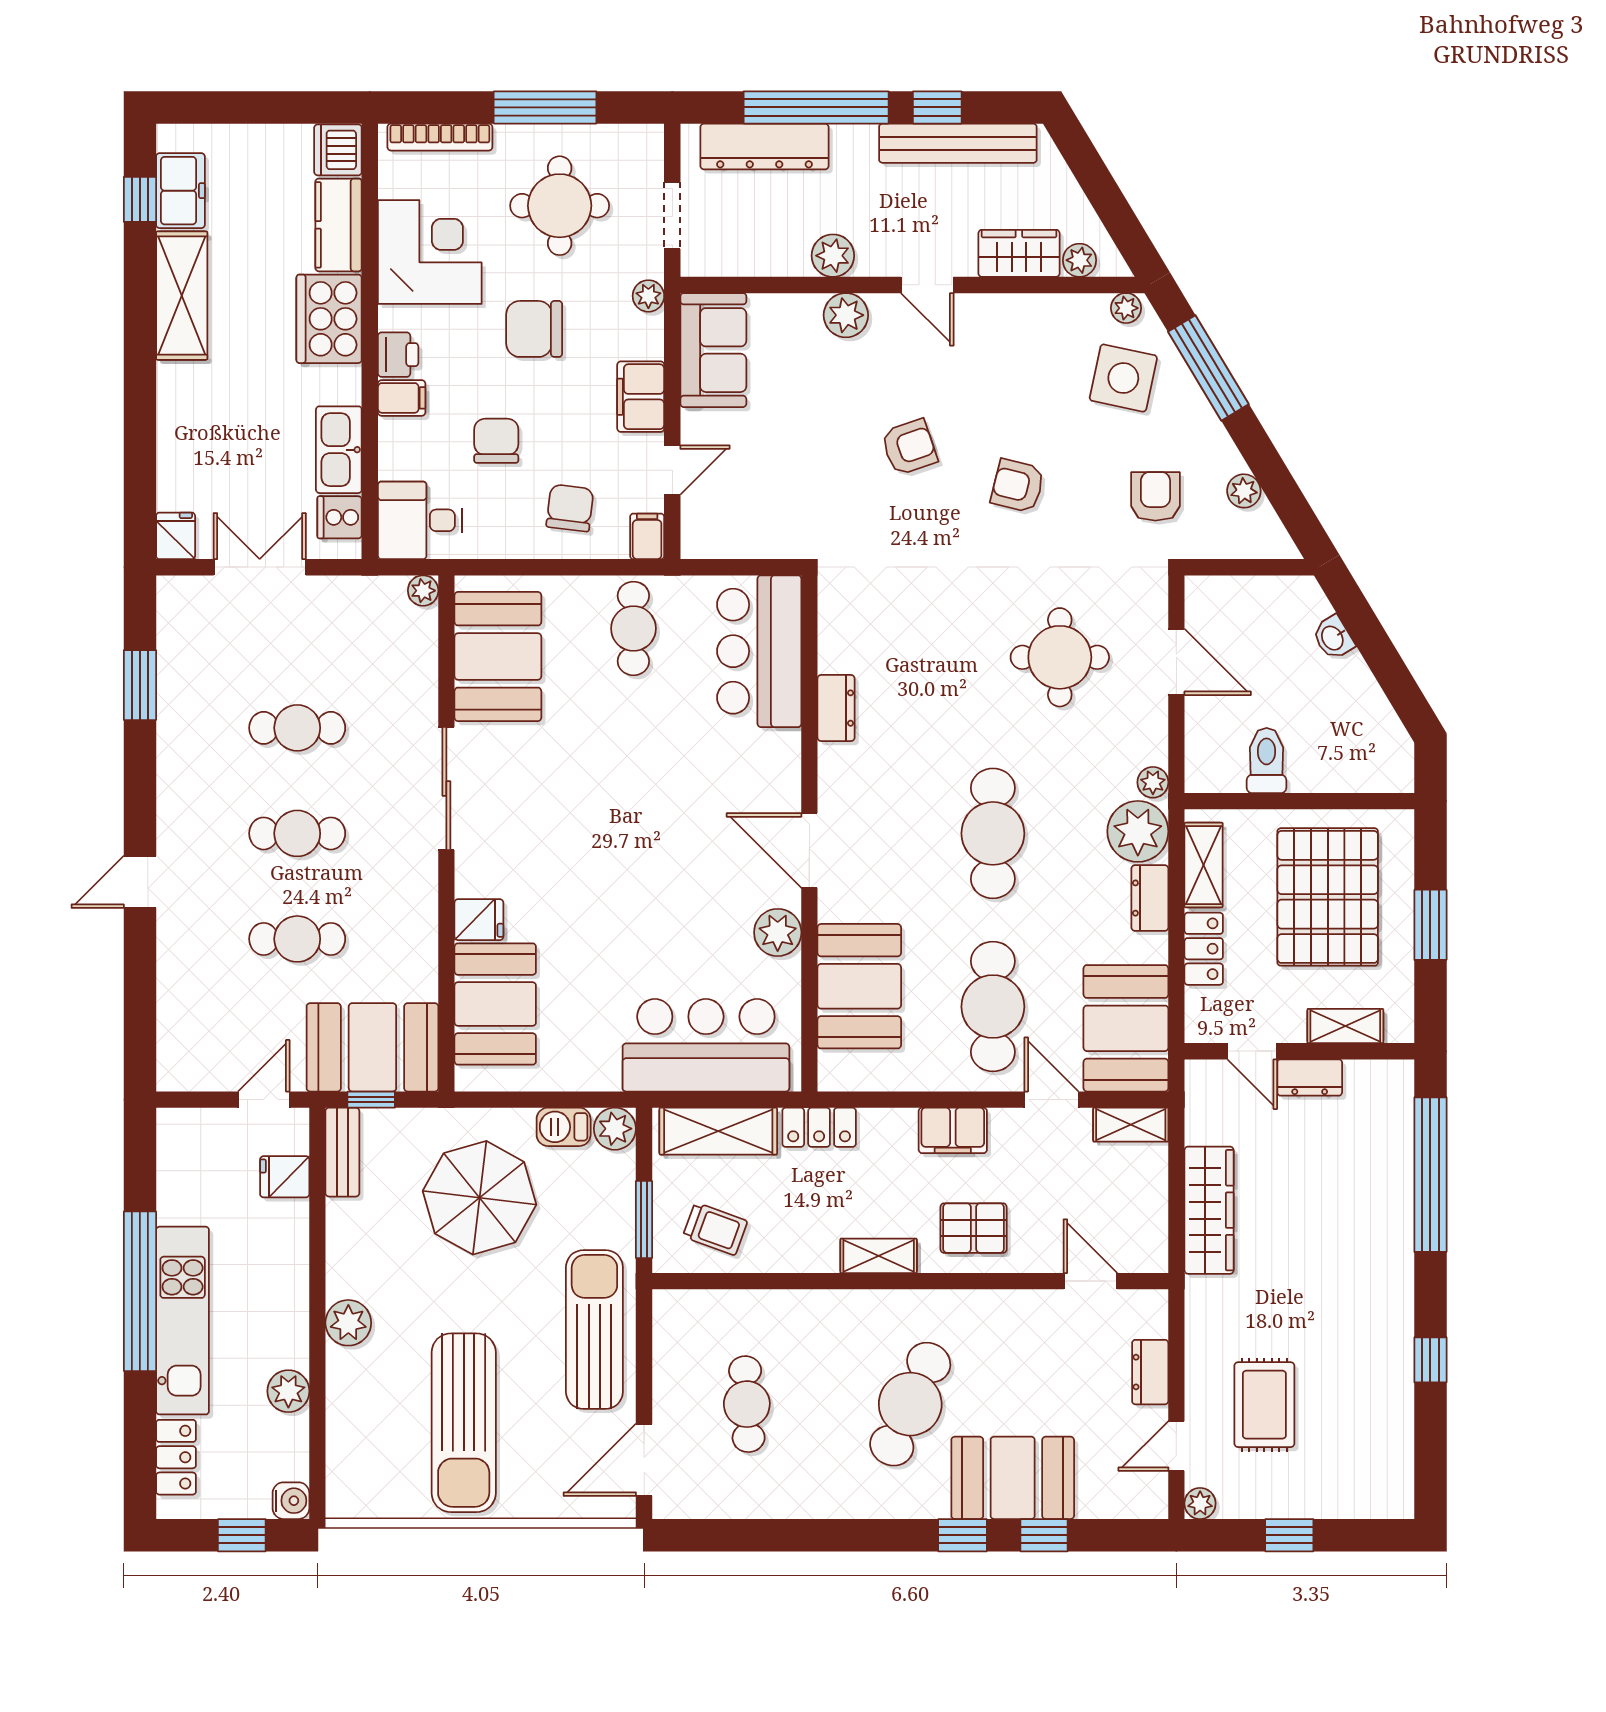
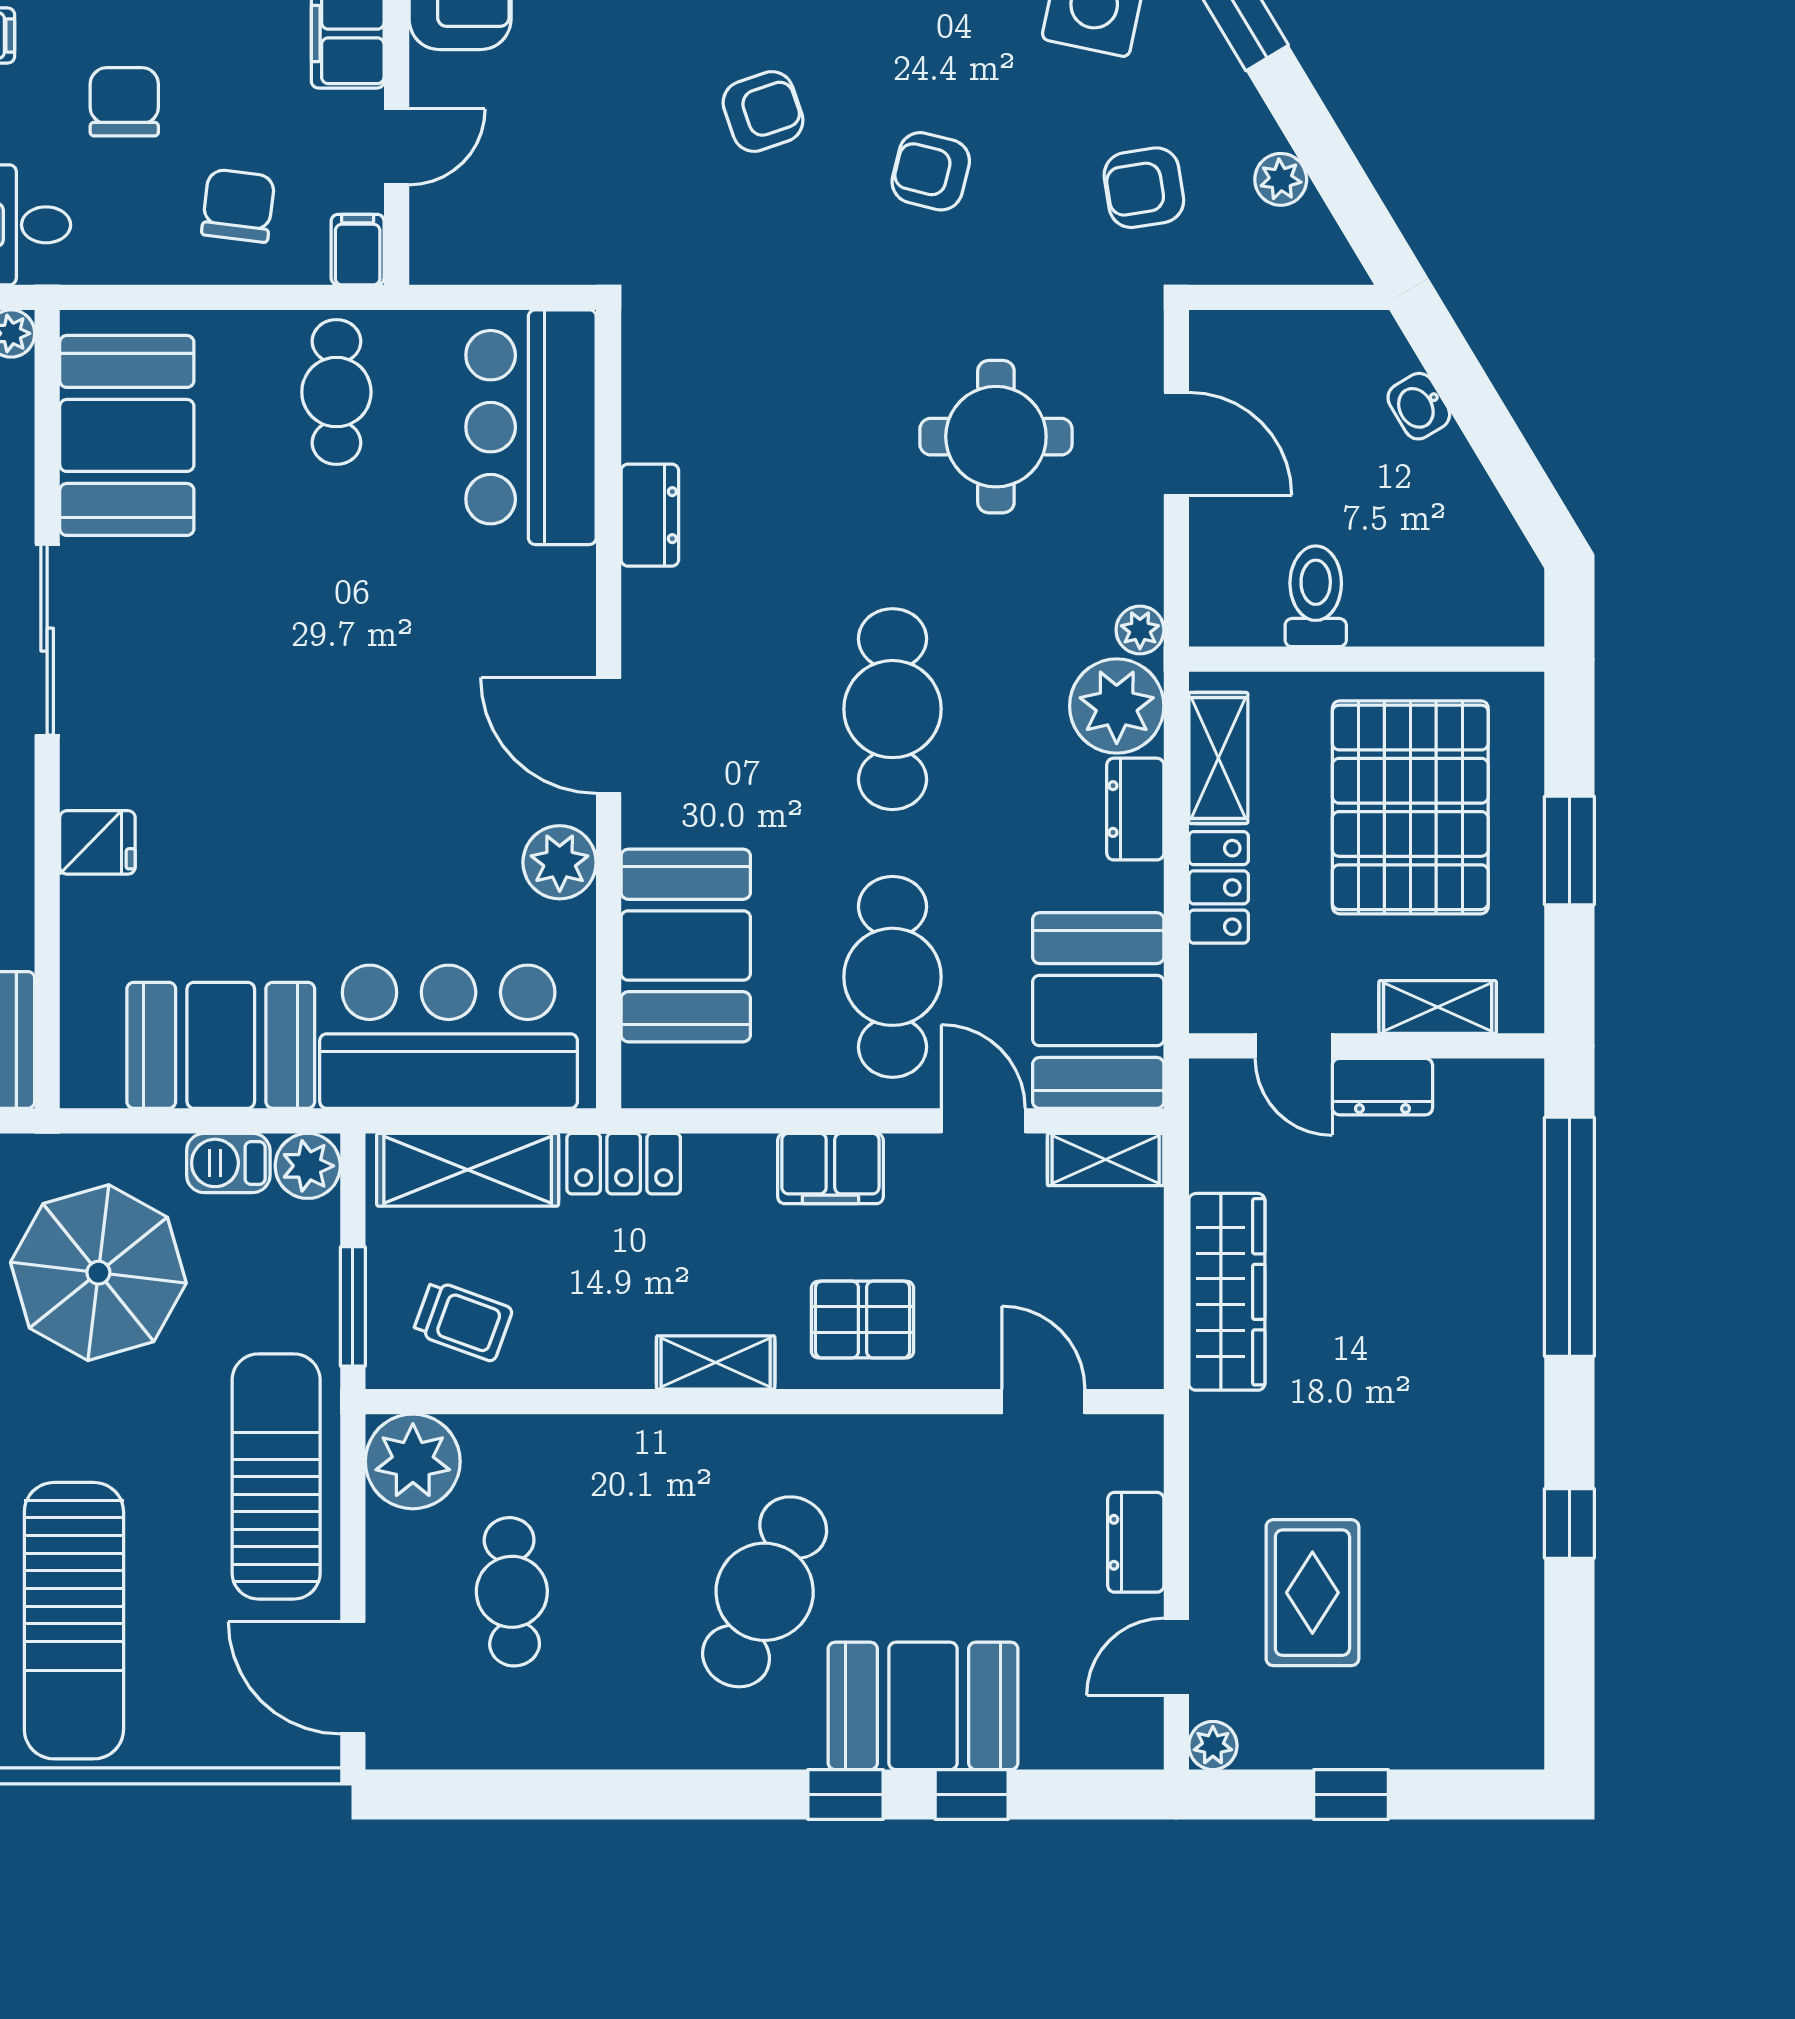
armchair: (1155, 496) -> (1144, 188), turned -99
booth: (495, 1004) -> (221, 1045), moved, turned 90
plant: (683, 1320) -> (413, 1461), added
door: (644, 1460) -> (353, 1678), hinge flipped

